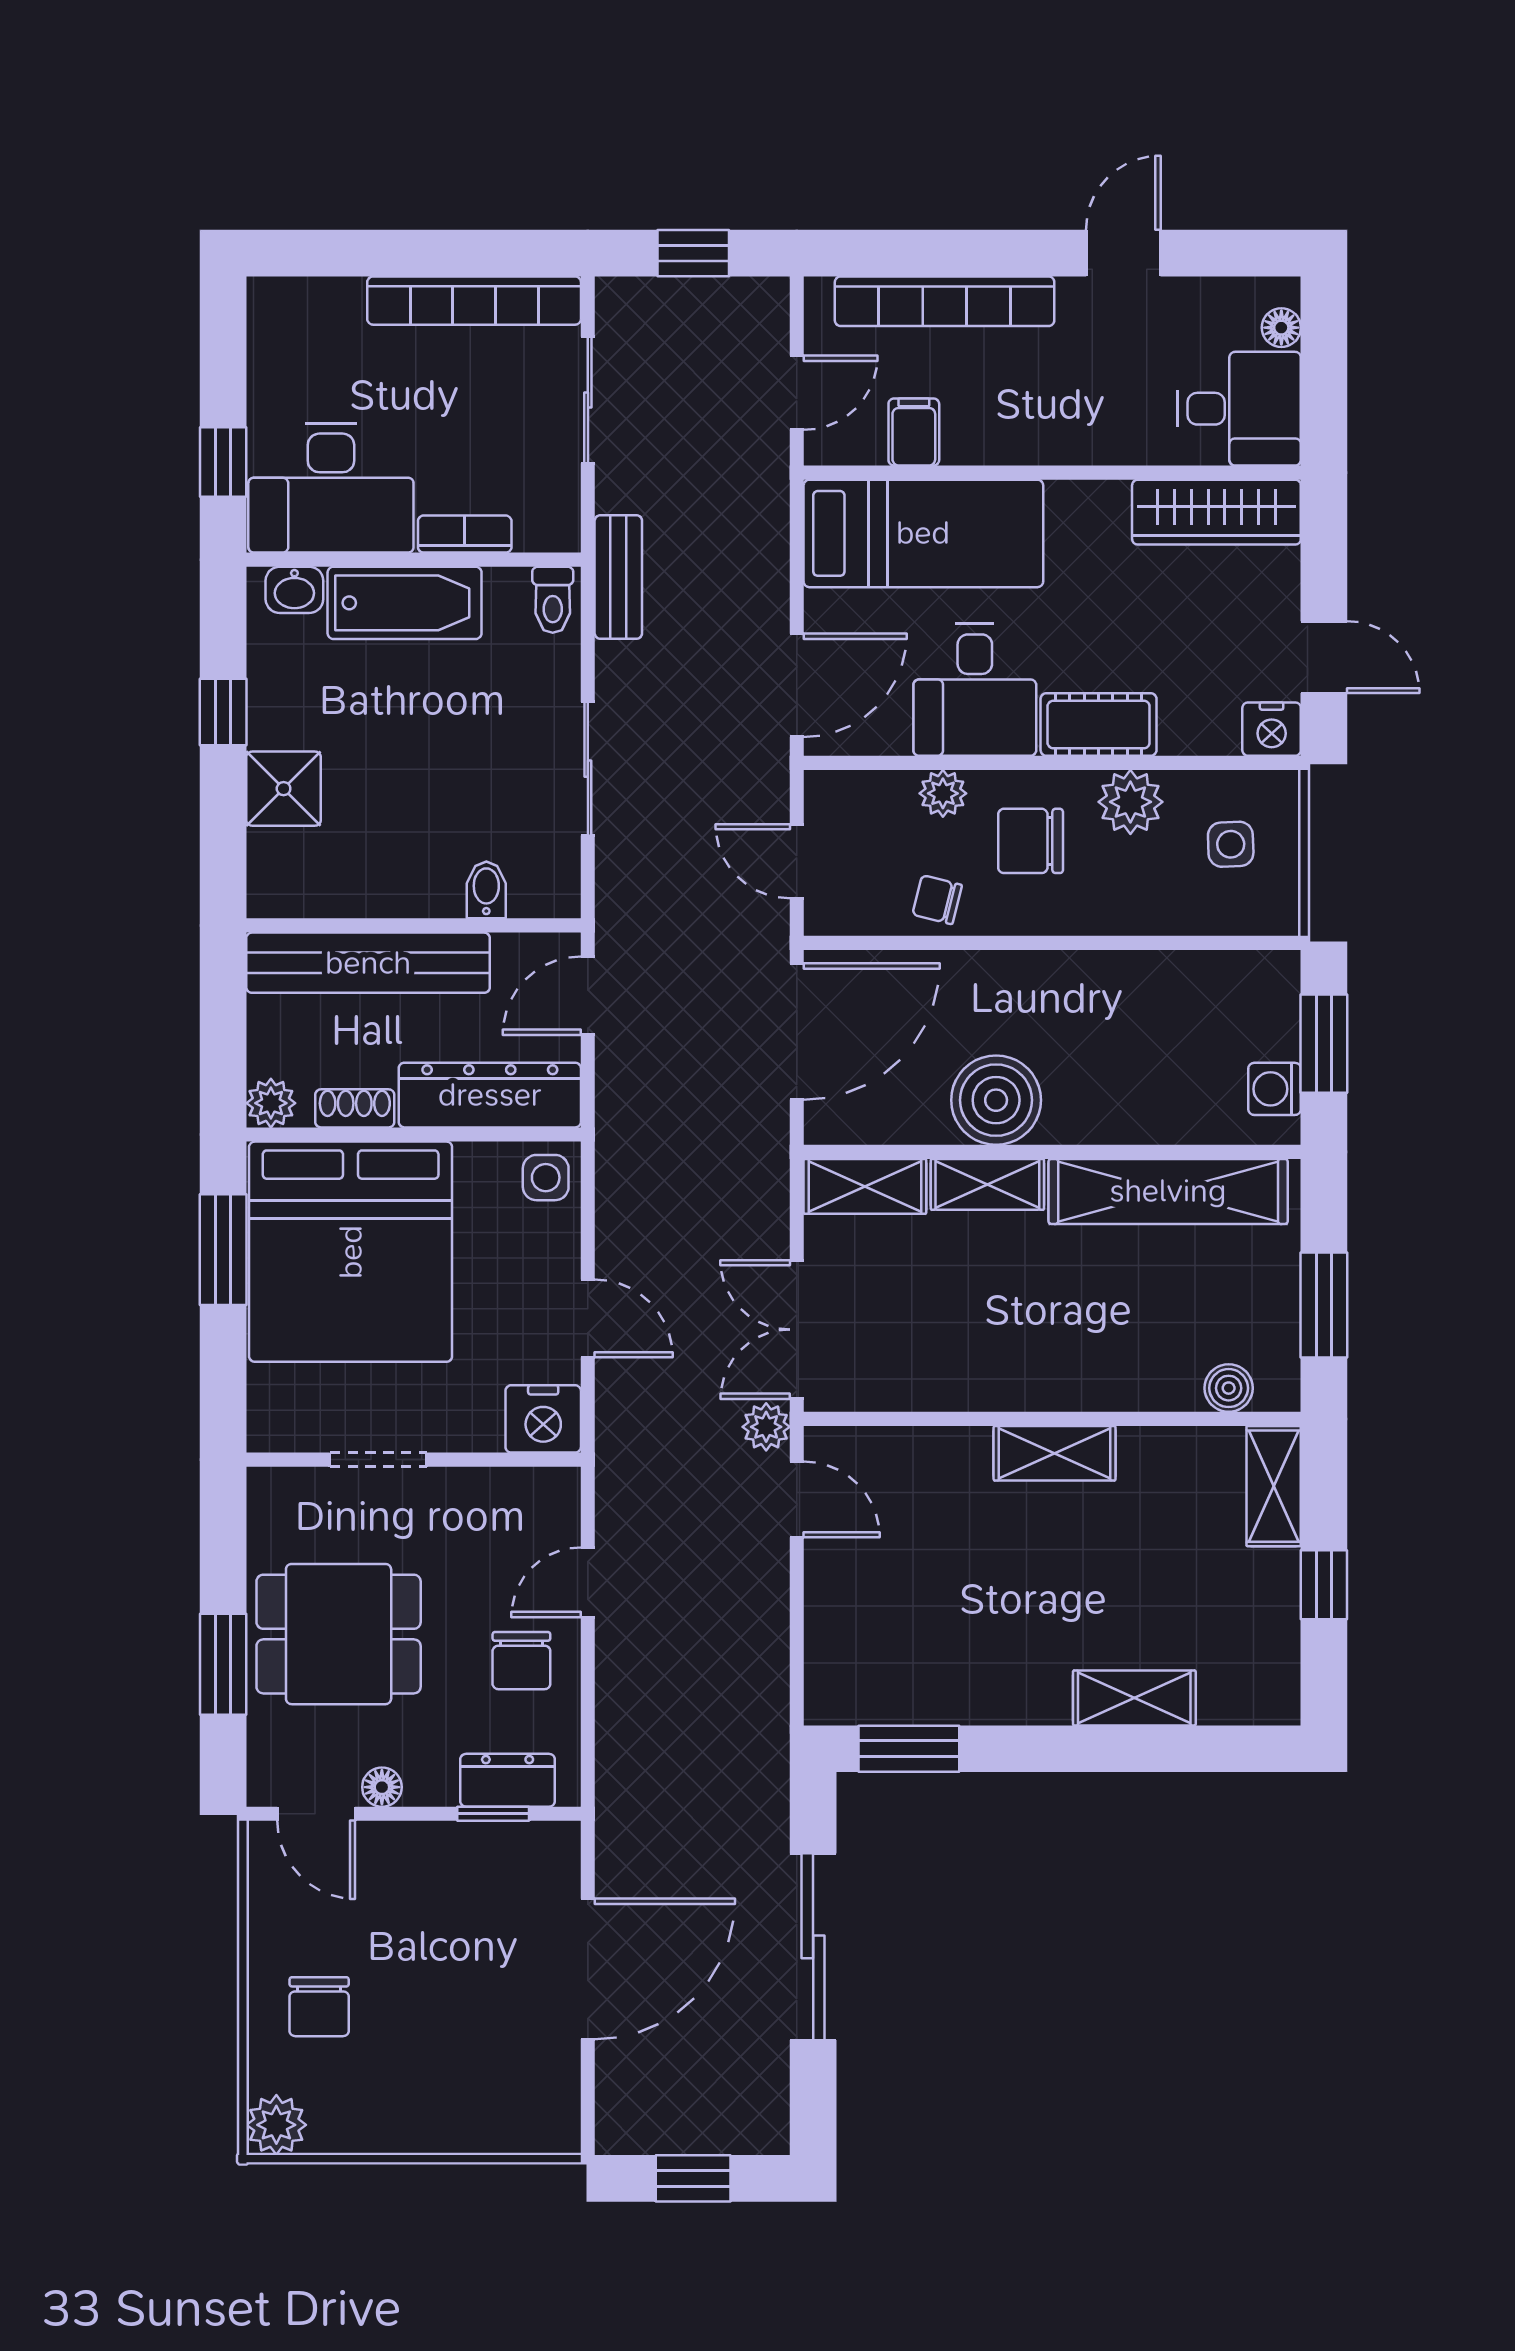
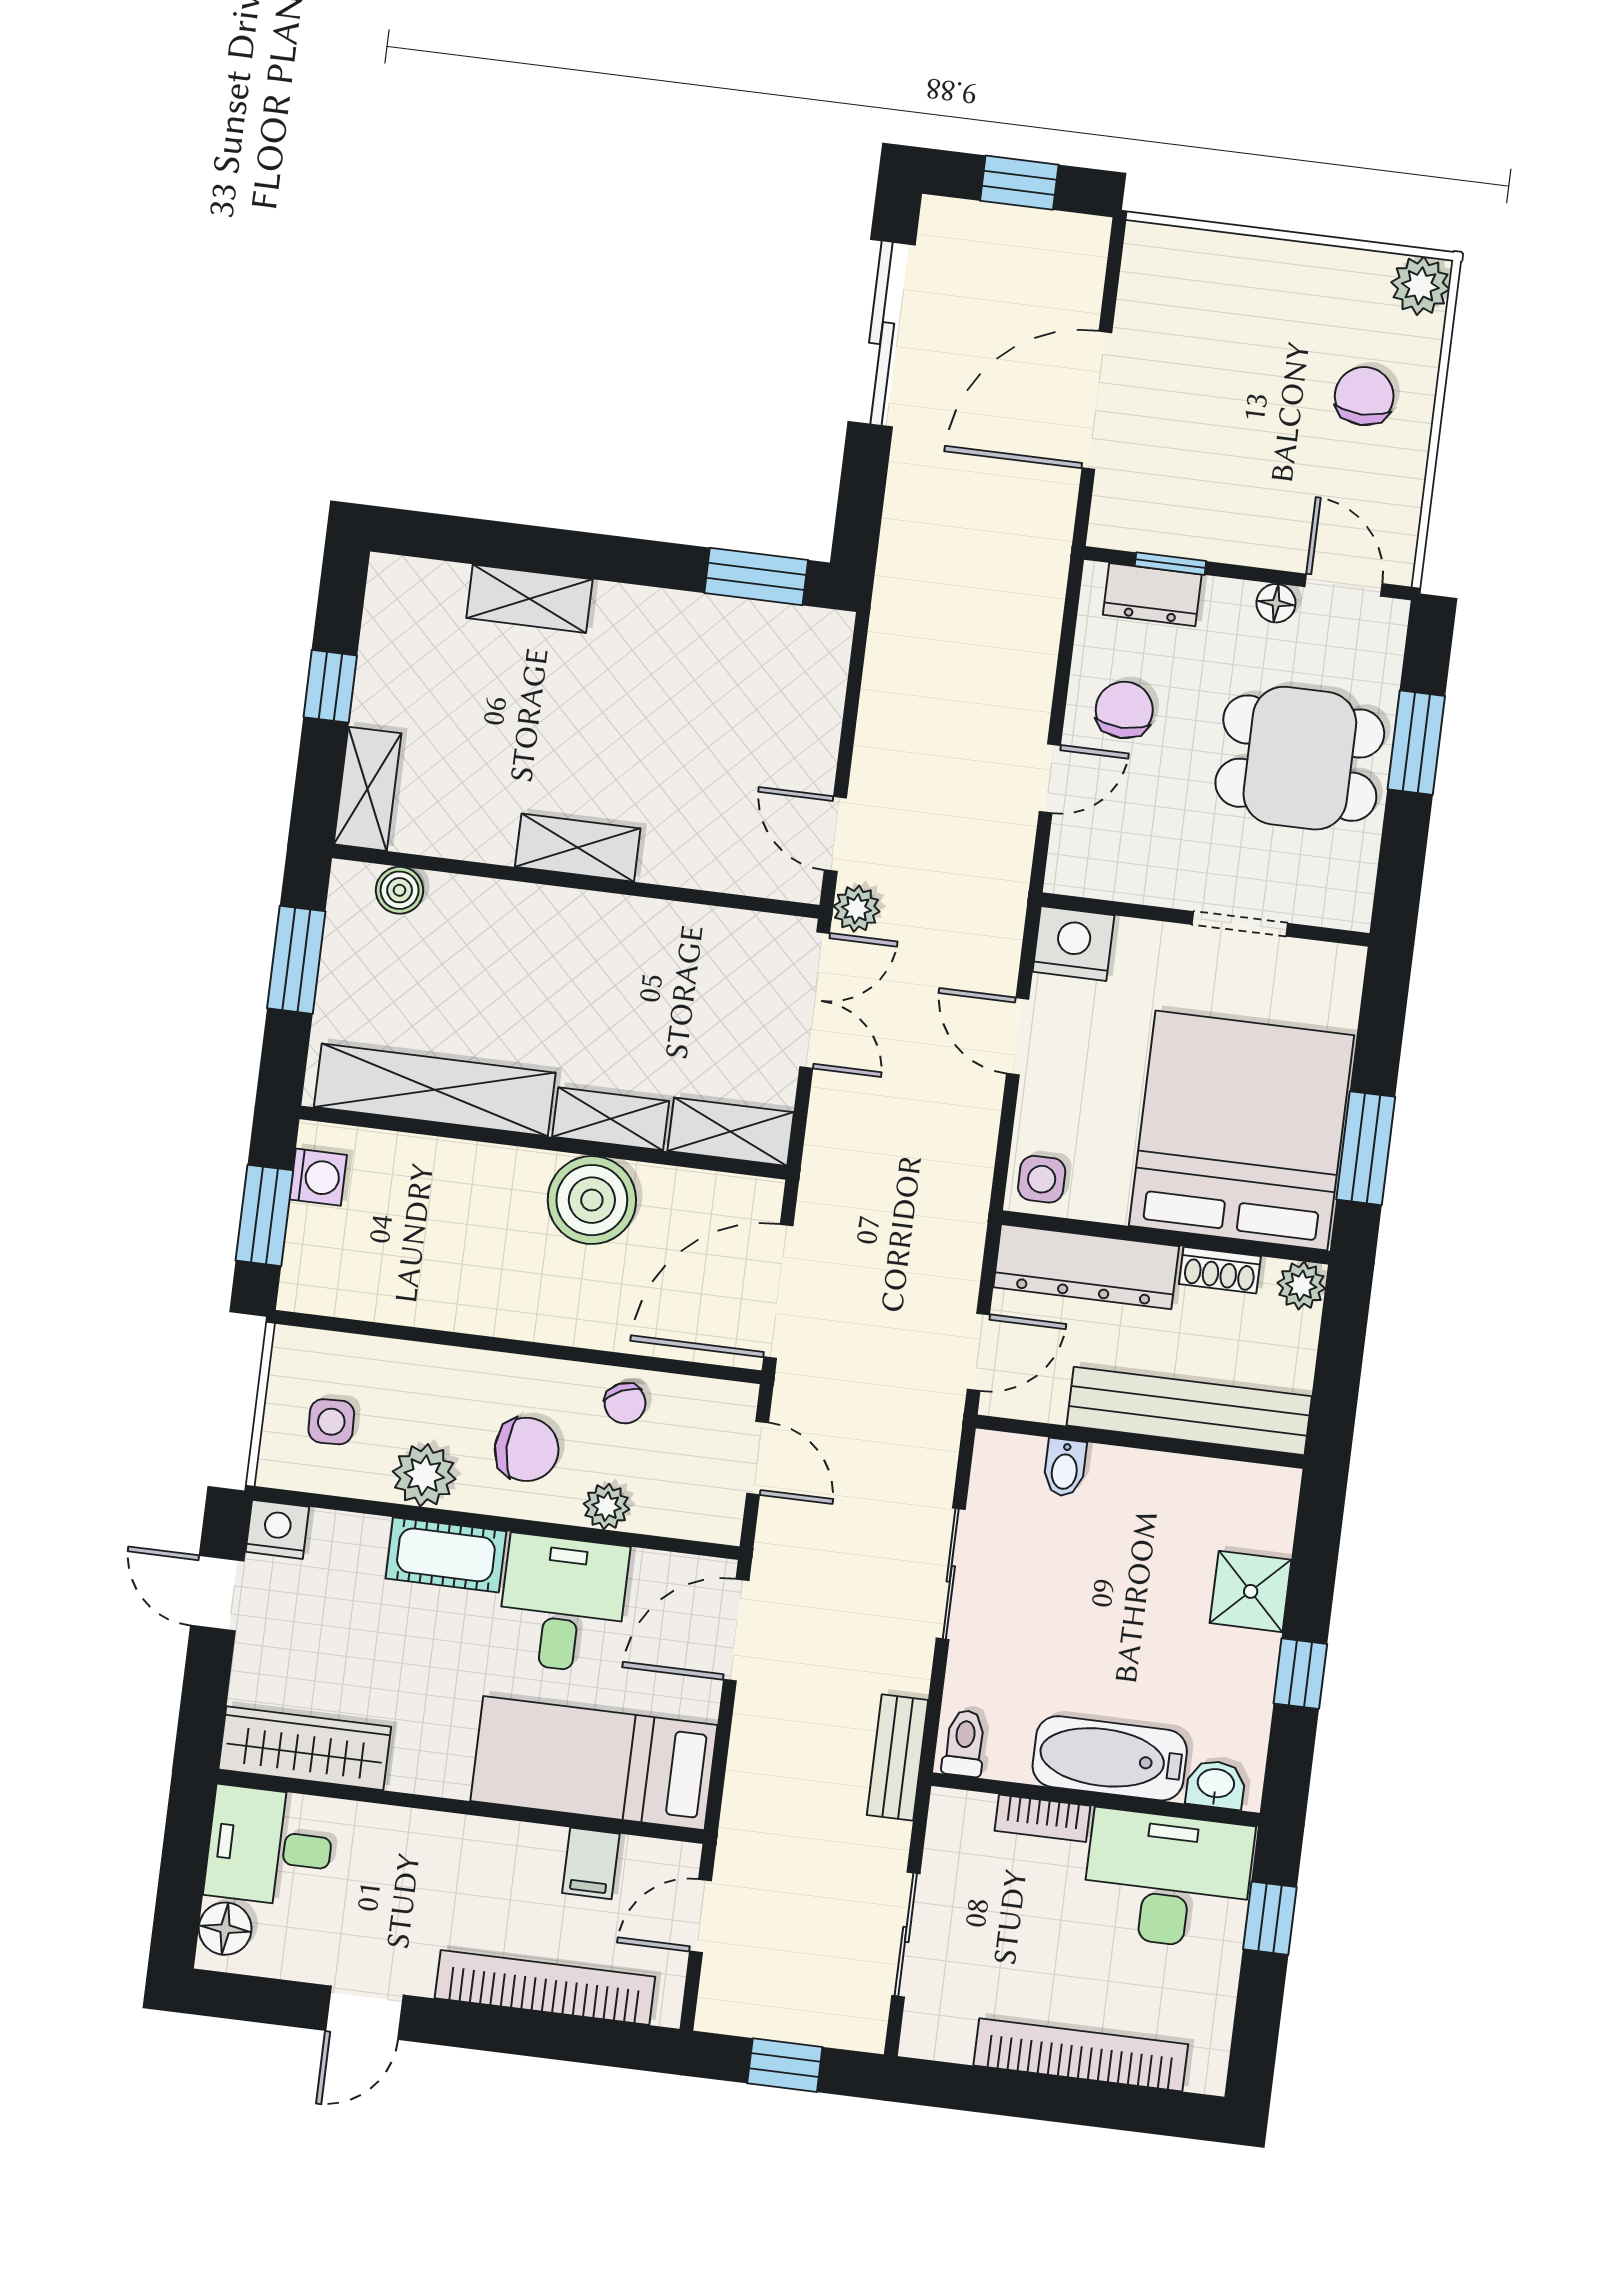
bookcase: (474, 301) -> (1081, 2055), moved
floor lamp: (1281, 328) -> (225, 1929), width x1.37, depth x1.37
chair: (937, 900) -> (625, 1403), turned 52
sliding door: (813, 1947) -> (882, 333), moved

